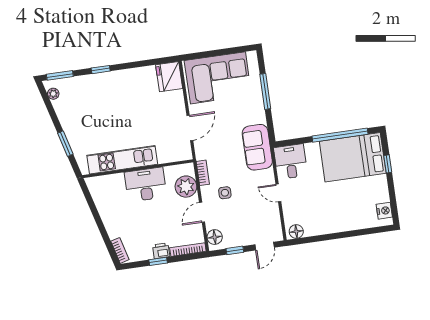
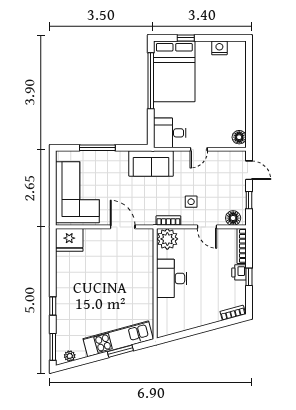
kitchen unit: (122, 160) -> (118, 339), moved, turned 75
plant: (186, 187) -> (167, 239), moved
nightstand: (384, 211) -> (219, 48), moved

